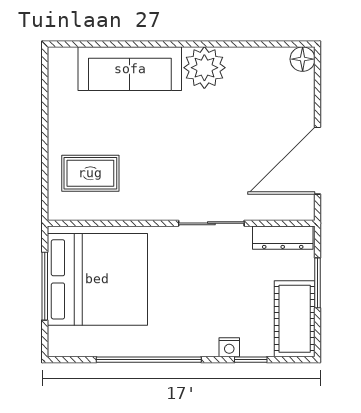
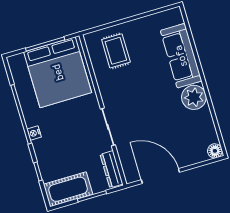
nightstand: (229, 347) -> (34, 133), moved

